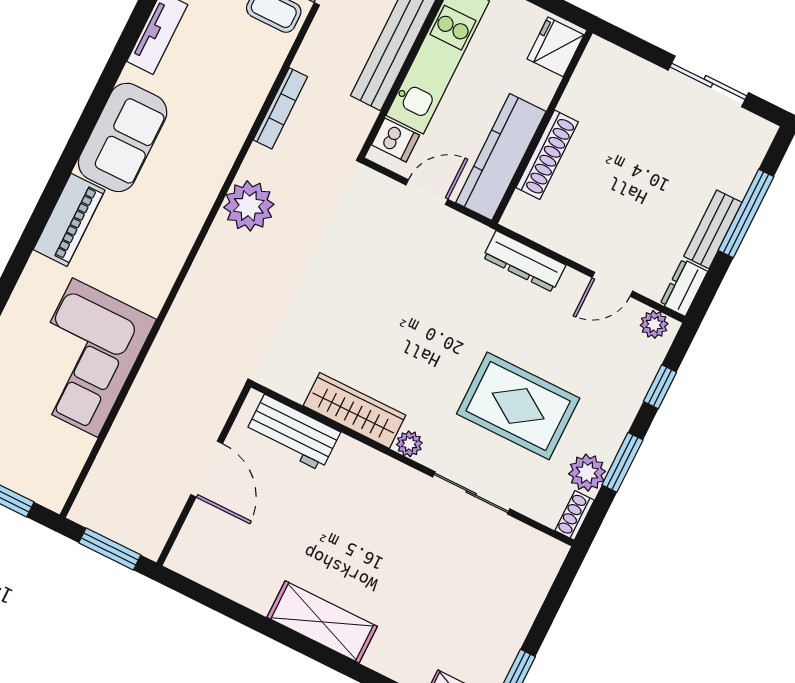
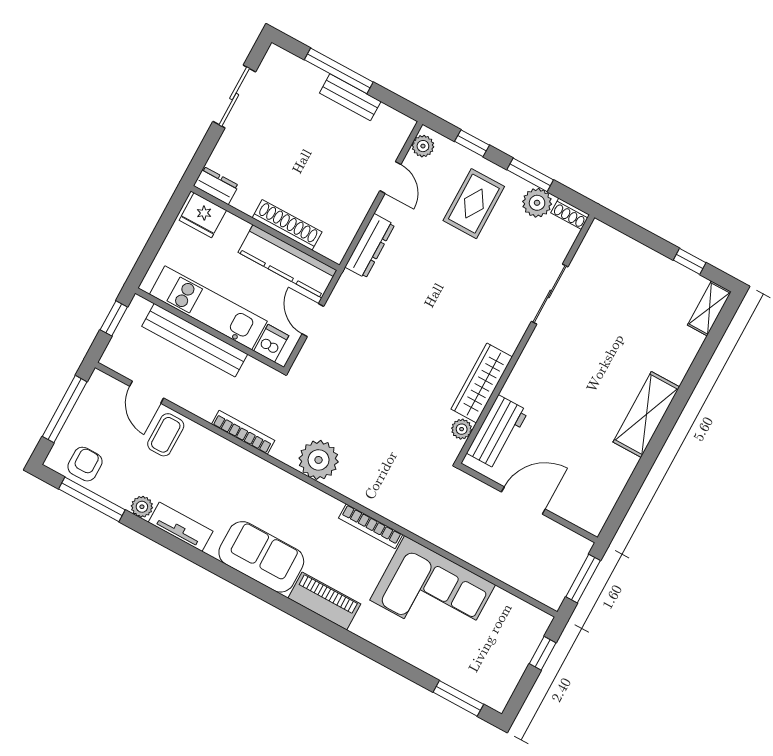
bookcase: (167, 275) -> (371, 526), added
dresser: (684, 288) -> (216, 186), moved, turned 180
rug: (518, 406) -> (474, 204), moved, width x0.73, depth x0.70
plant: (409, 444) -> (462, 429), moved

